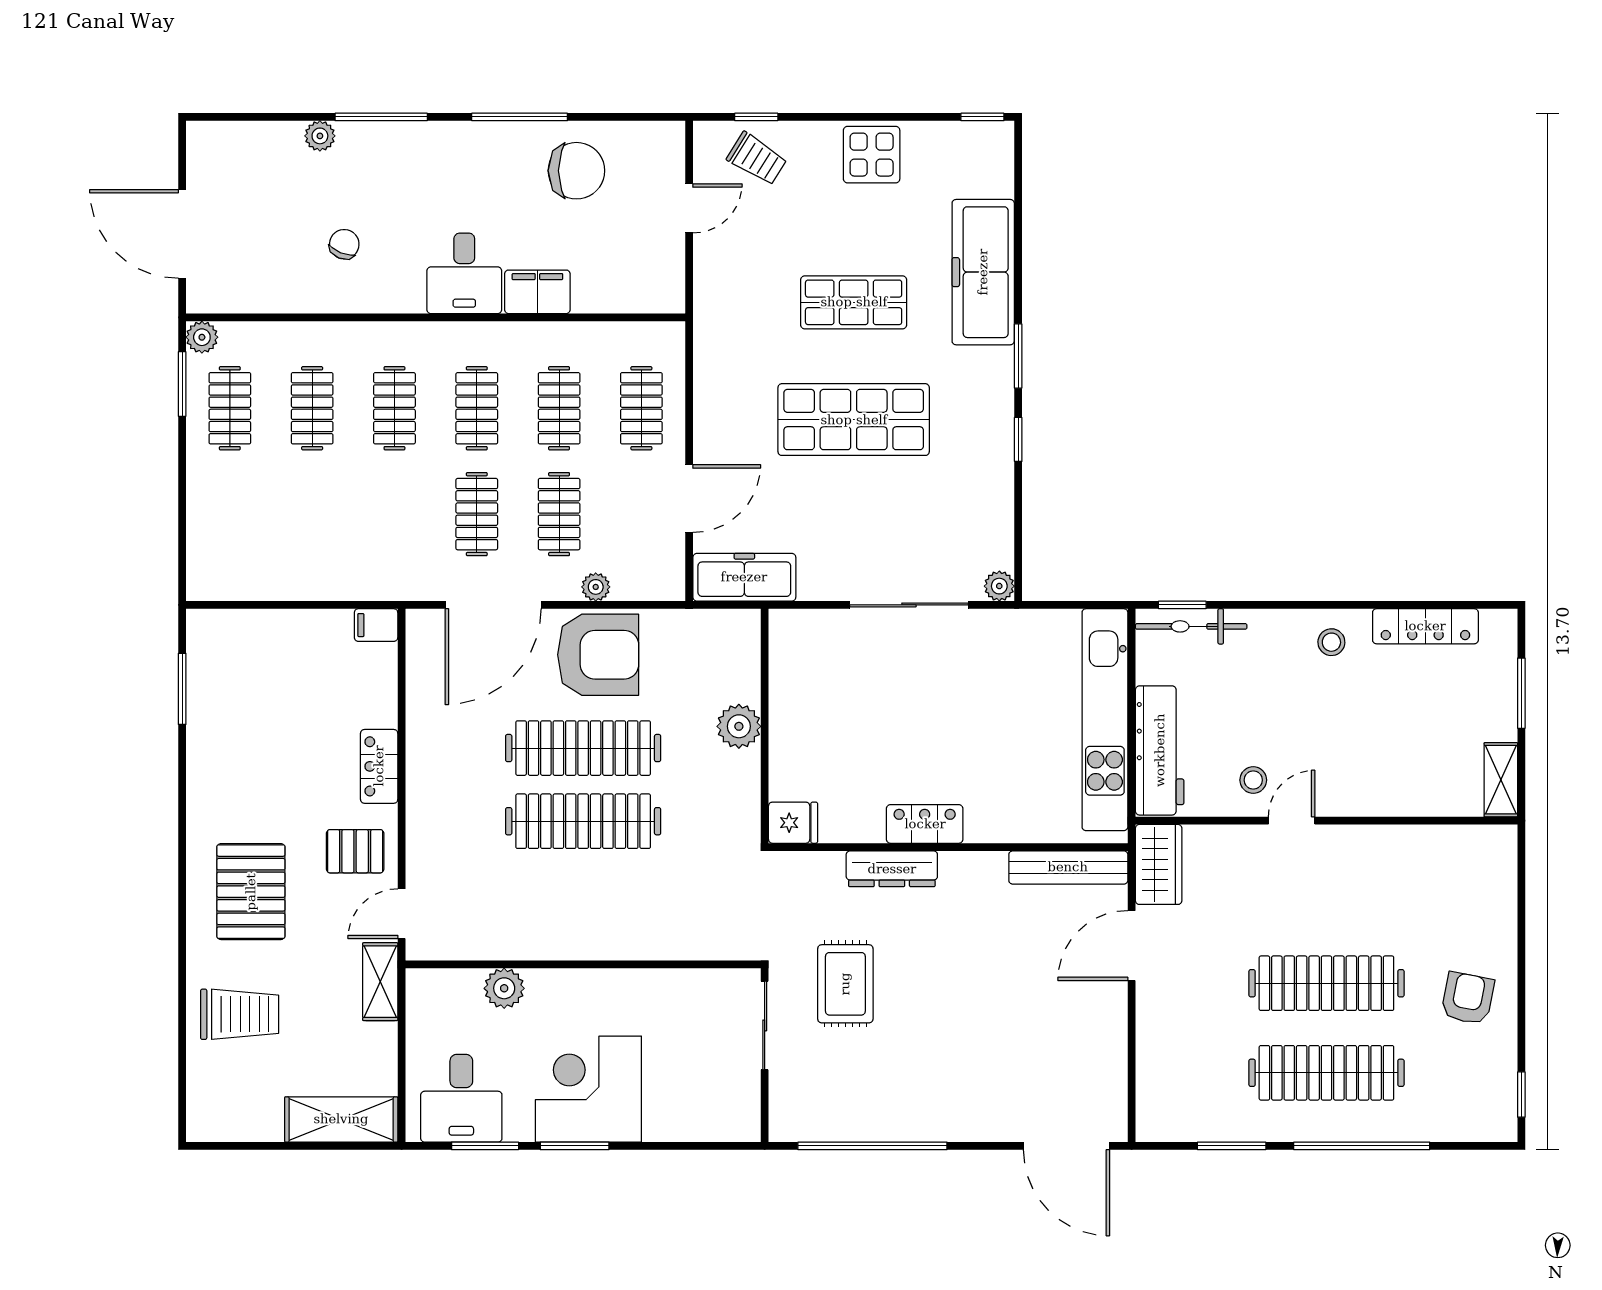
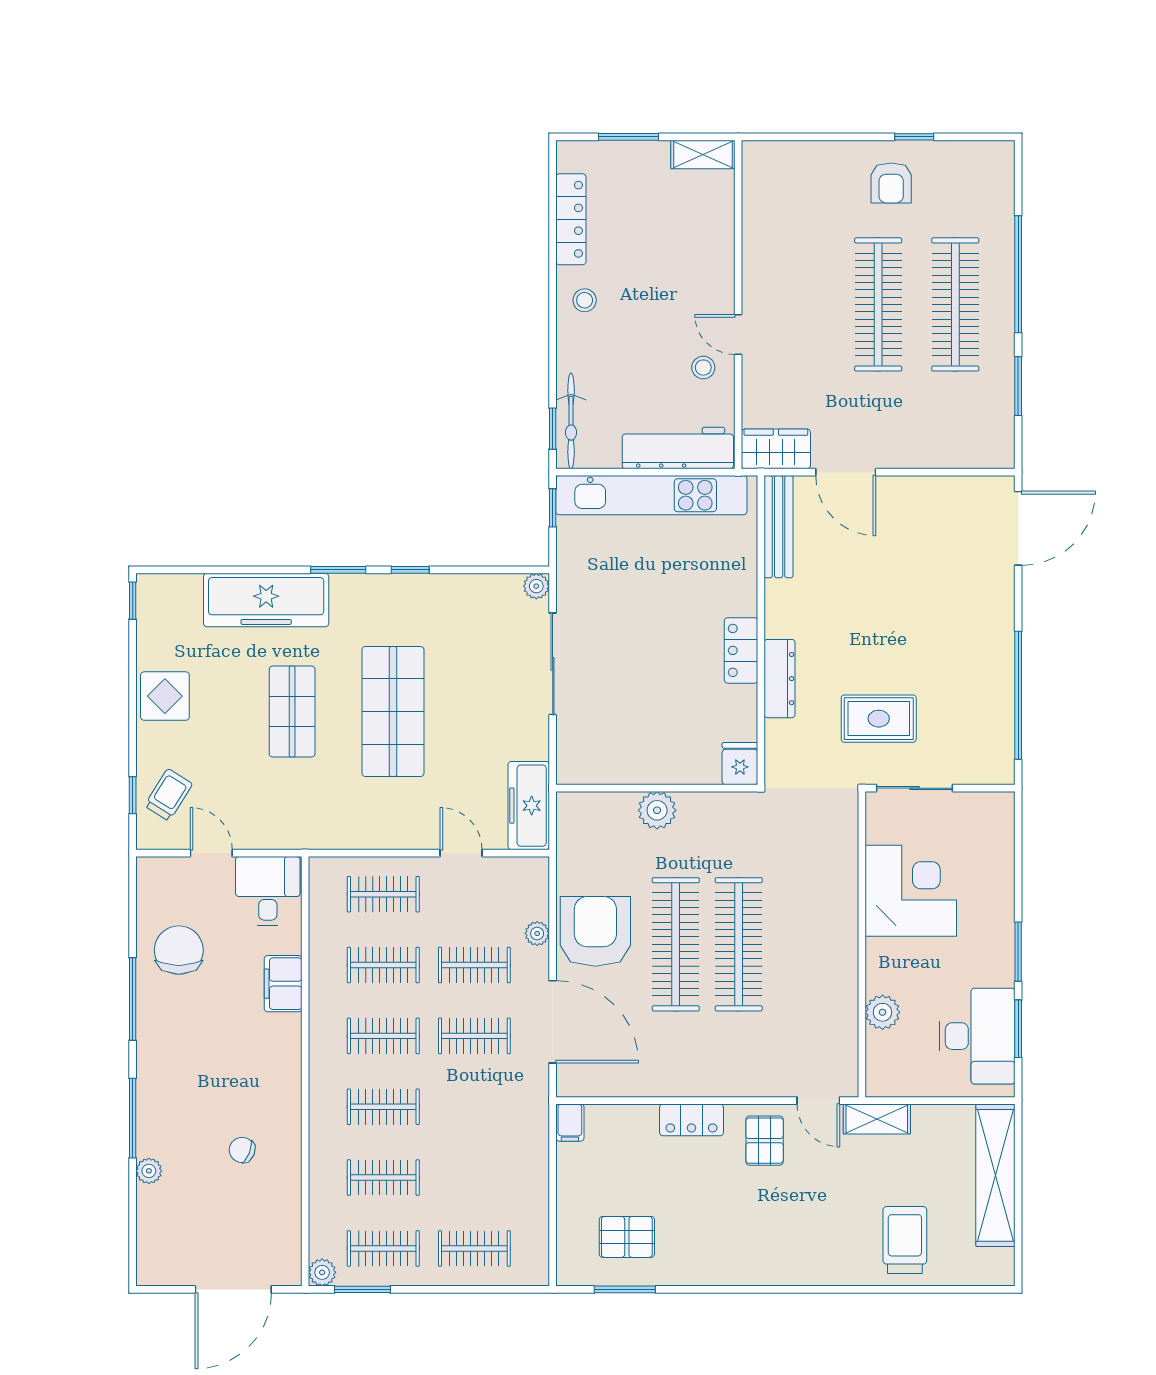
desk: (464, 273) -> (268, 891), moved, turned -90
door: (689, 499) -> (461, 853), width x0.73
clothes rail: (230, 514) -> (474, 1248), added
window: (1090, 605) -> (553, 508), added
pallet: (251, 892) -> (627, 1237), moved, width x0.67, depth x0.71
armchair: (1468, 998) -> (891, 183), turned -101
corner desk: (588, 1089) -> (911, 891), moved, turned 180
window: (1521, 1095) -> (914, 137), moved
desk: (461, 1098) -> (977, 1036), width x1.37
shelving: (341, 1119) -> (995, 1175), width x1.47

